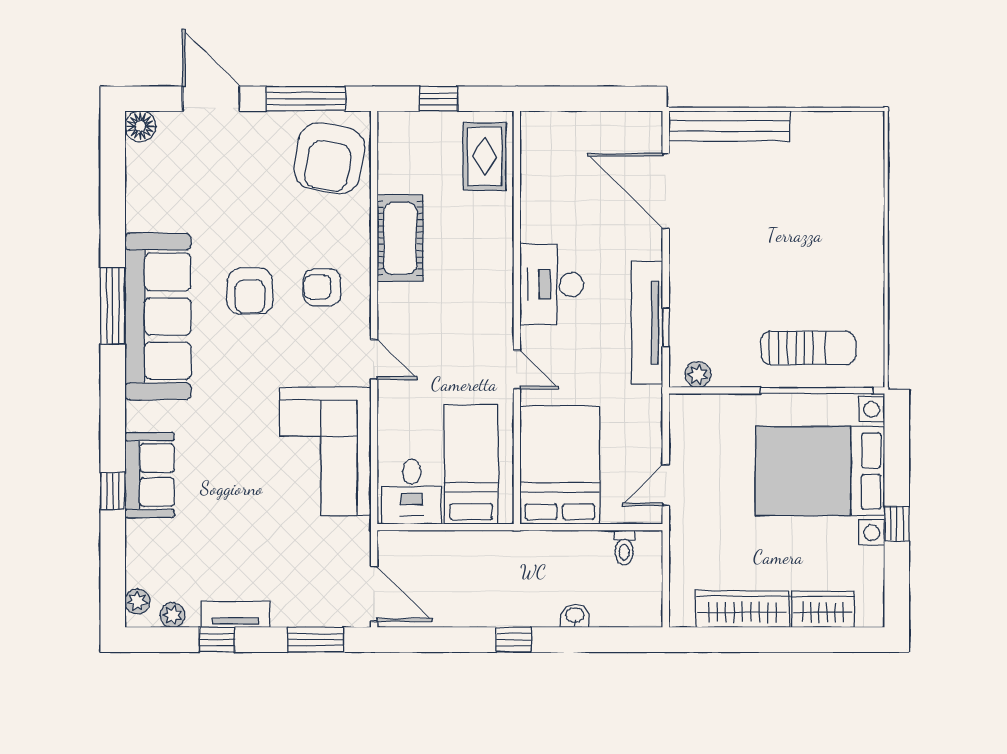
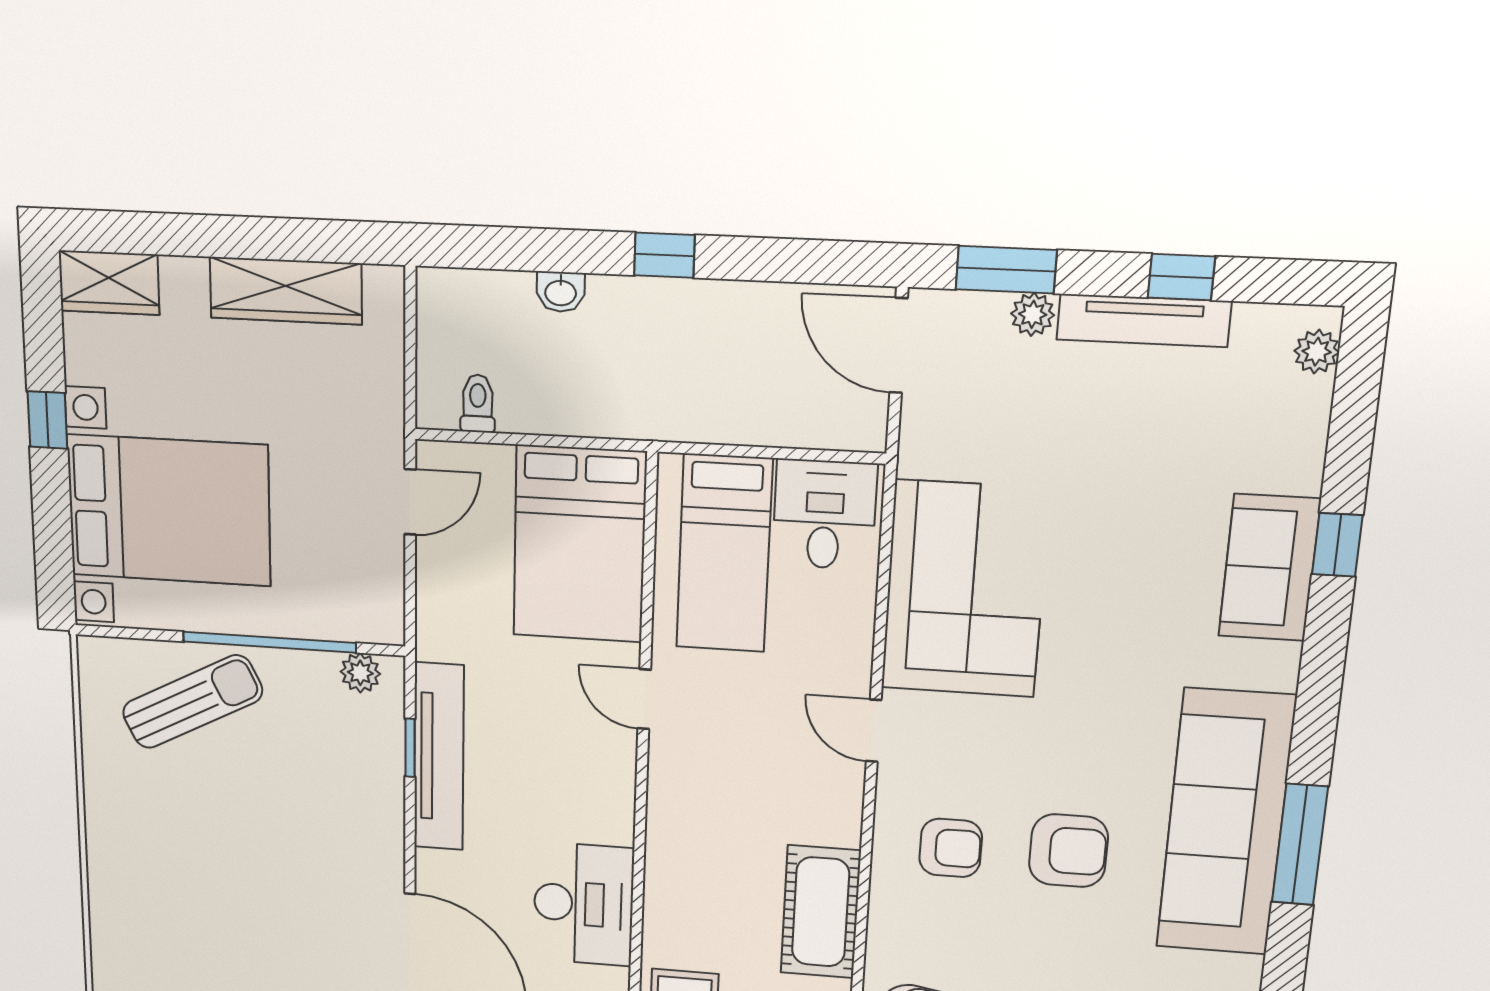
desk: (552, 285) -> (584, 904), moved
armchair: (250, 291) -> (1068, 851), turned 90
sun lounger: (808, 348) -> (192, 702), turned 153
window: (817, 390) -> (269, 642), moved
wardrobe: (823, 609) -> (109, 283), moved
tv unit: (235, 614) -> (1144, 320), width x1.41
plant: (173, 615) -> (1033, 314), moved

